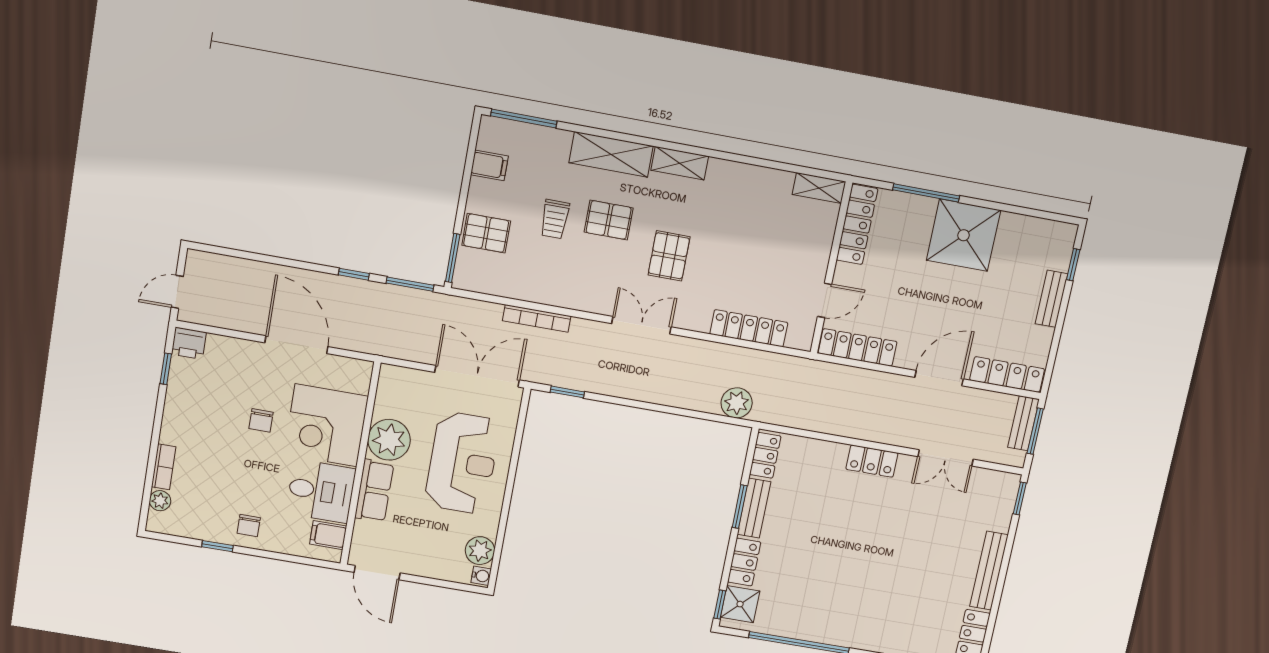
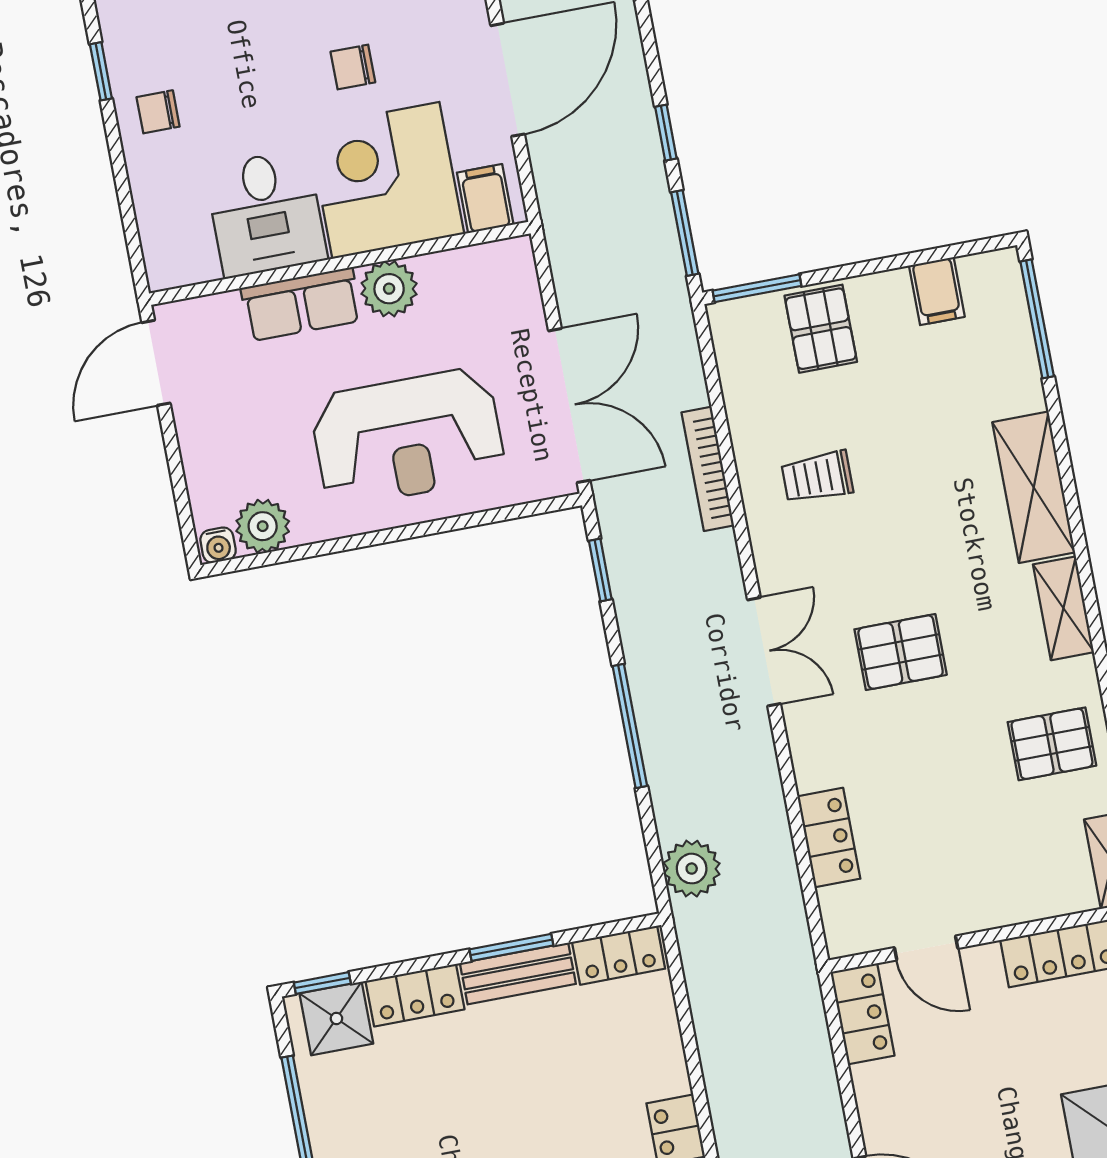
trolley: (555, 219) -> (817, 477), moved
pallet: (609, 220) -> (1052, 744), moved, turned 90
locker: (749, 328) -> (829, 838), width x0.66
locker: (858, 347) -> (862, 1014), width x0.66
window: (652, 407) -> (630, 726), added
plant: (389, 440) -> (389, 289), width x0.73, depth x0.73
filing cabinet: (328, 535) -> (485, 199), moved

